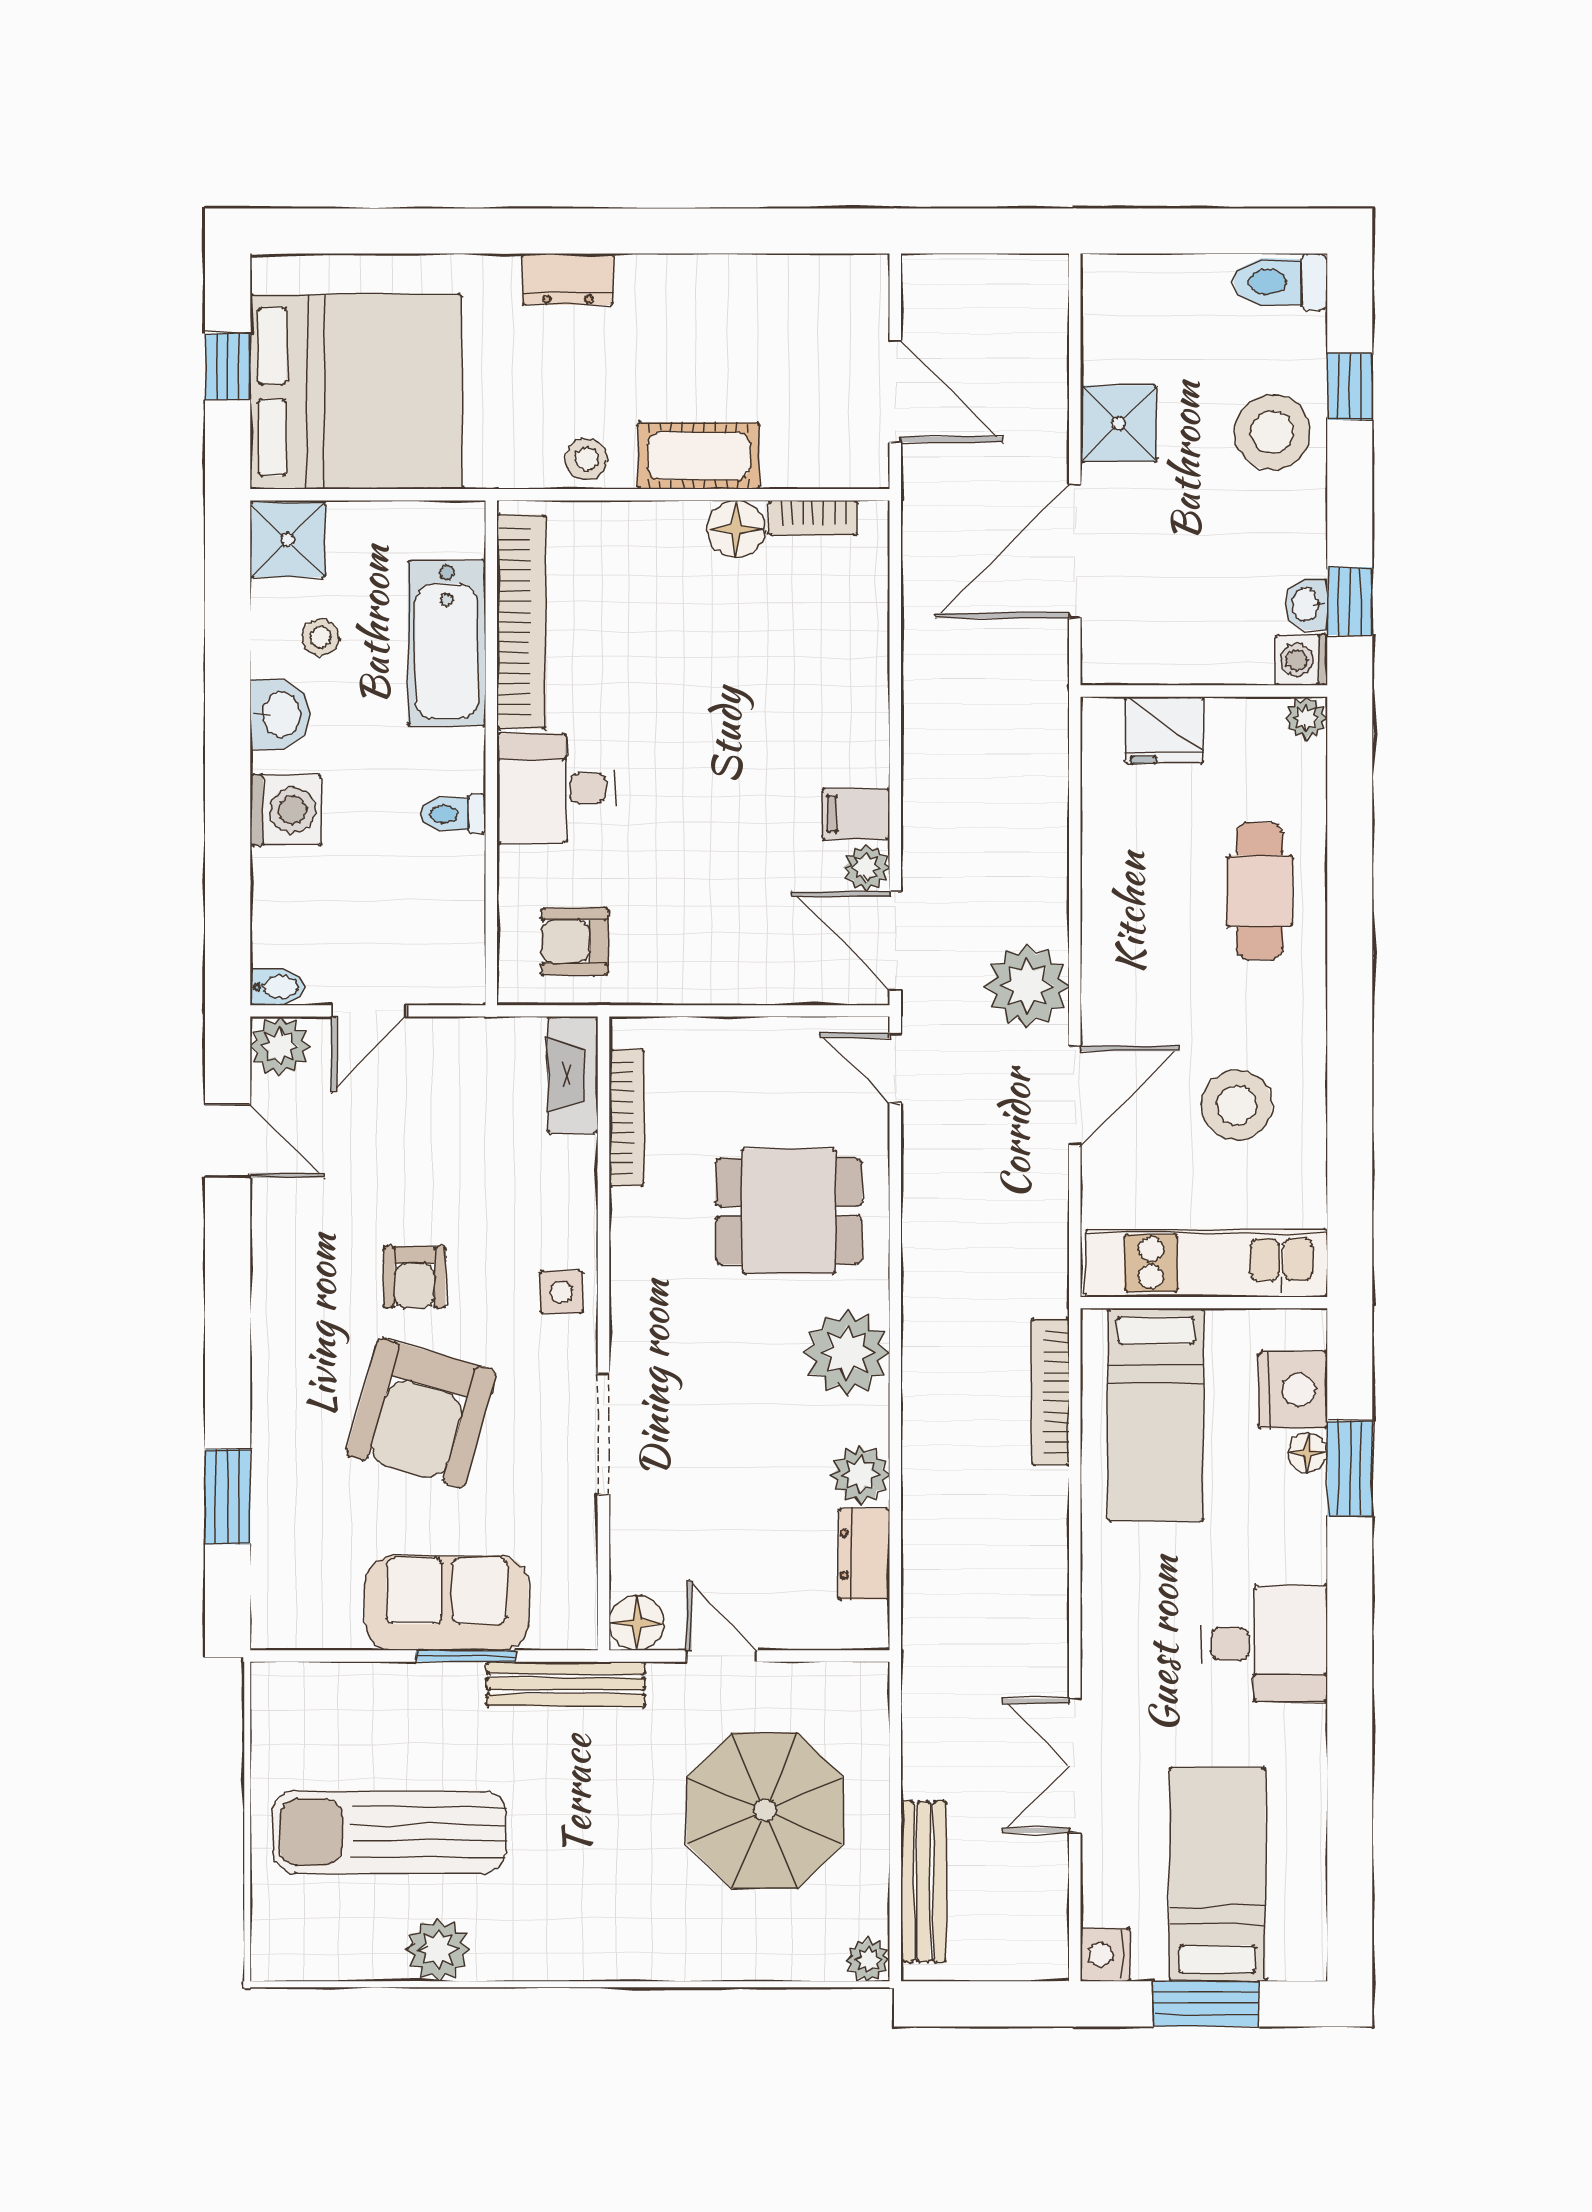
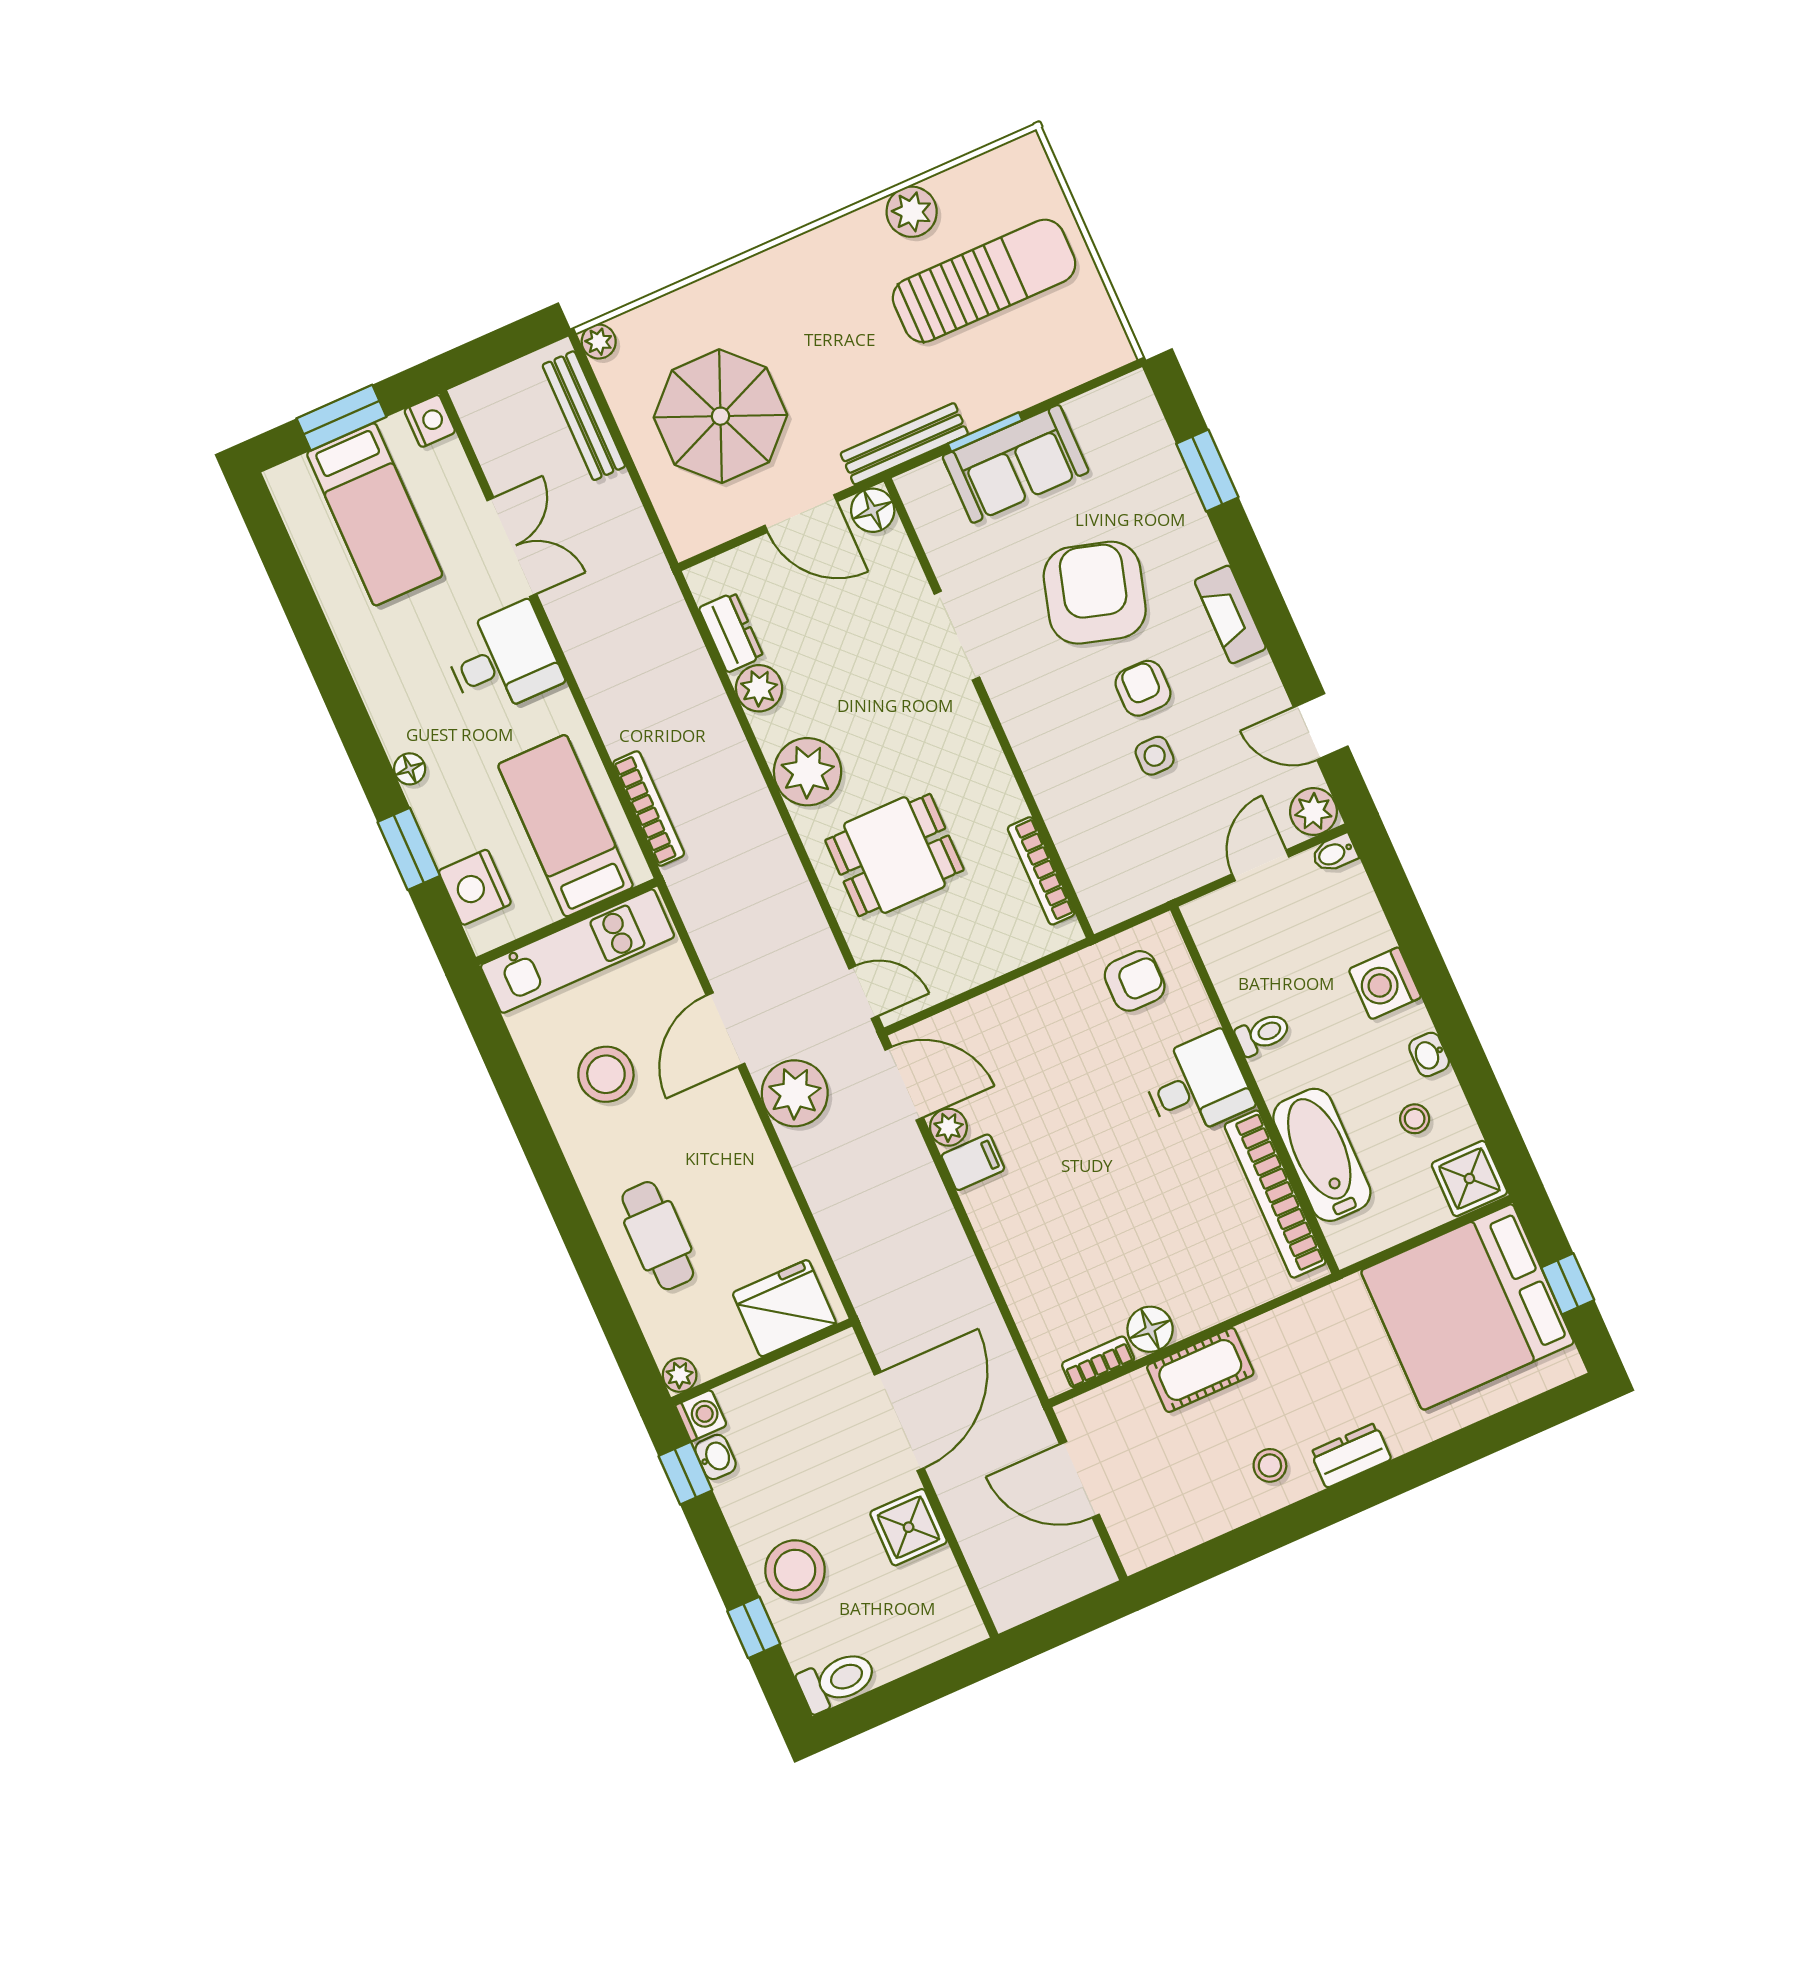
stool: (587, 459) -> (1270, 1465), moved
washbasin: (280, 714) -> (1429, 1054), width x0.72, depth x0.69
fridge: (1164, 730) -> (784, 1308), width x1.36, depth x1.34
fireplace: (573, 1075) -> (1230, 614), moved, turned 180
side table: (562, 1292) -> (1155, 756), moved
floor lamp: (1308, 1453) -> (410, 769), moved
desk: (1264, 1644) -> (502, 660), moved, turned 180
door: (722, 1656) -> (801, 514), width x1.37

